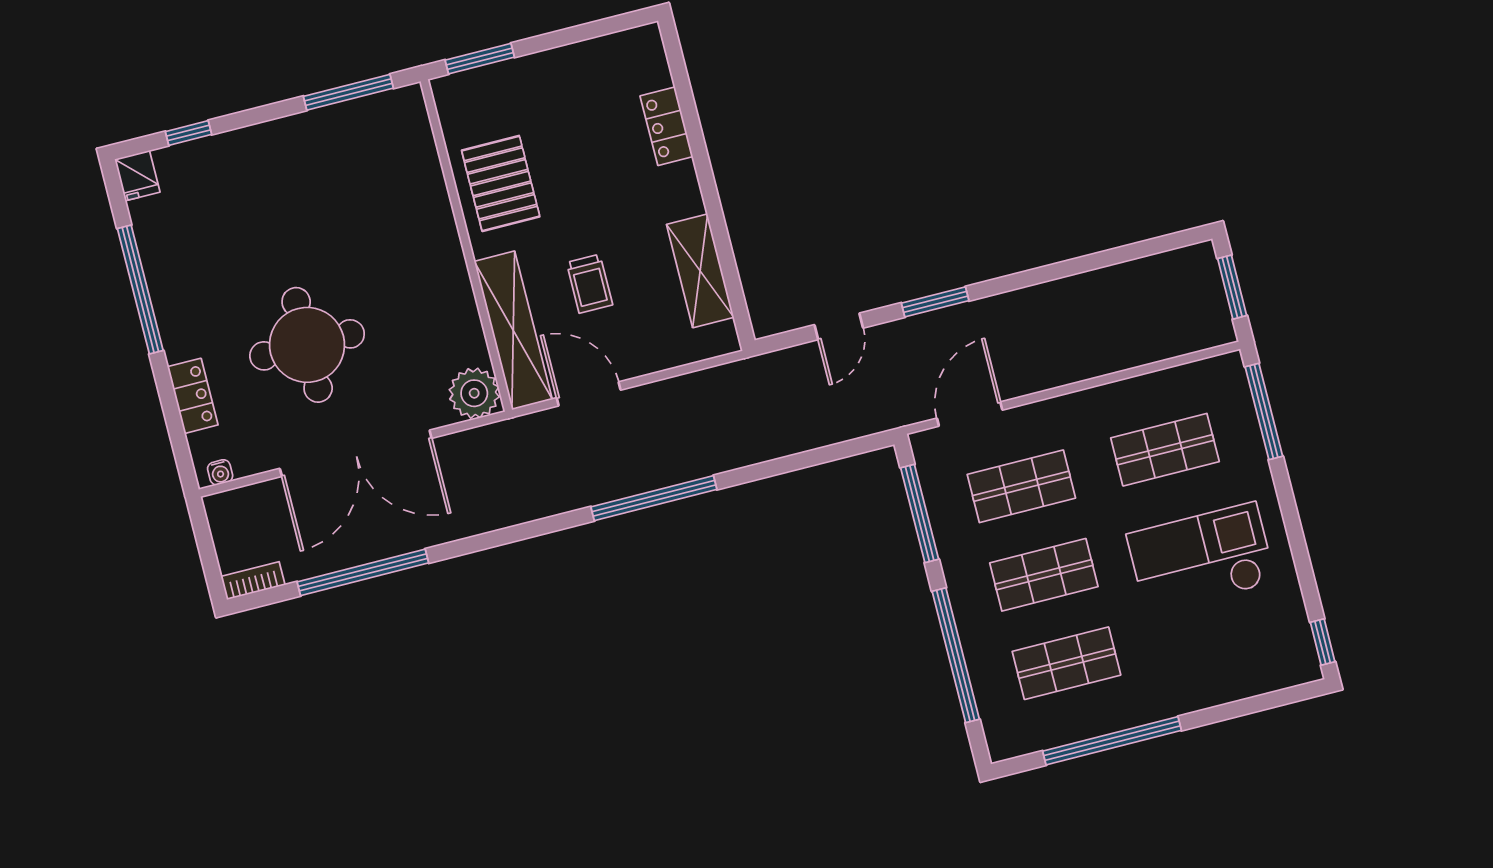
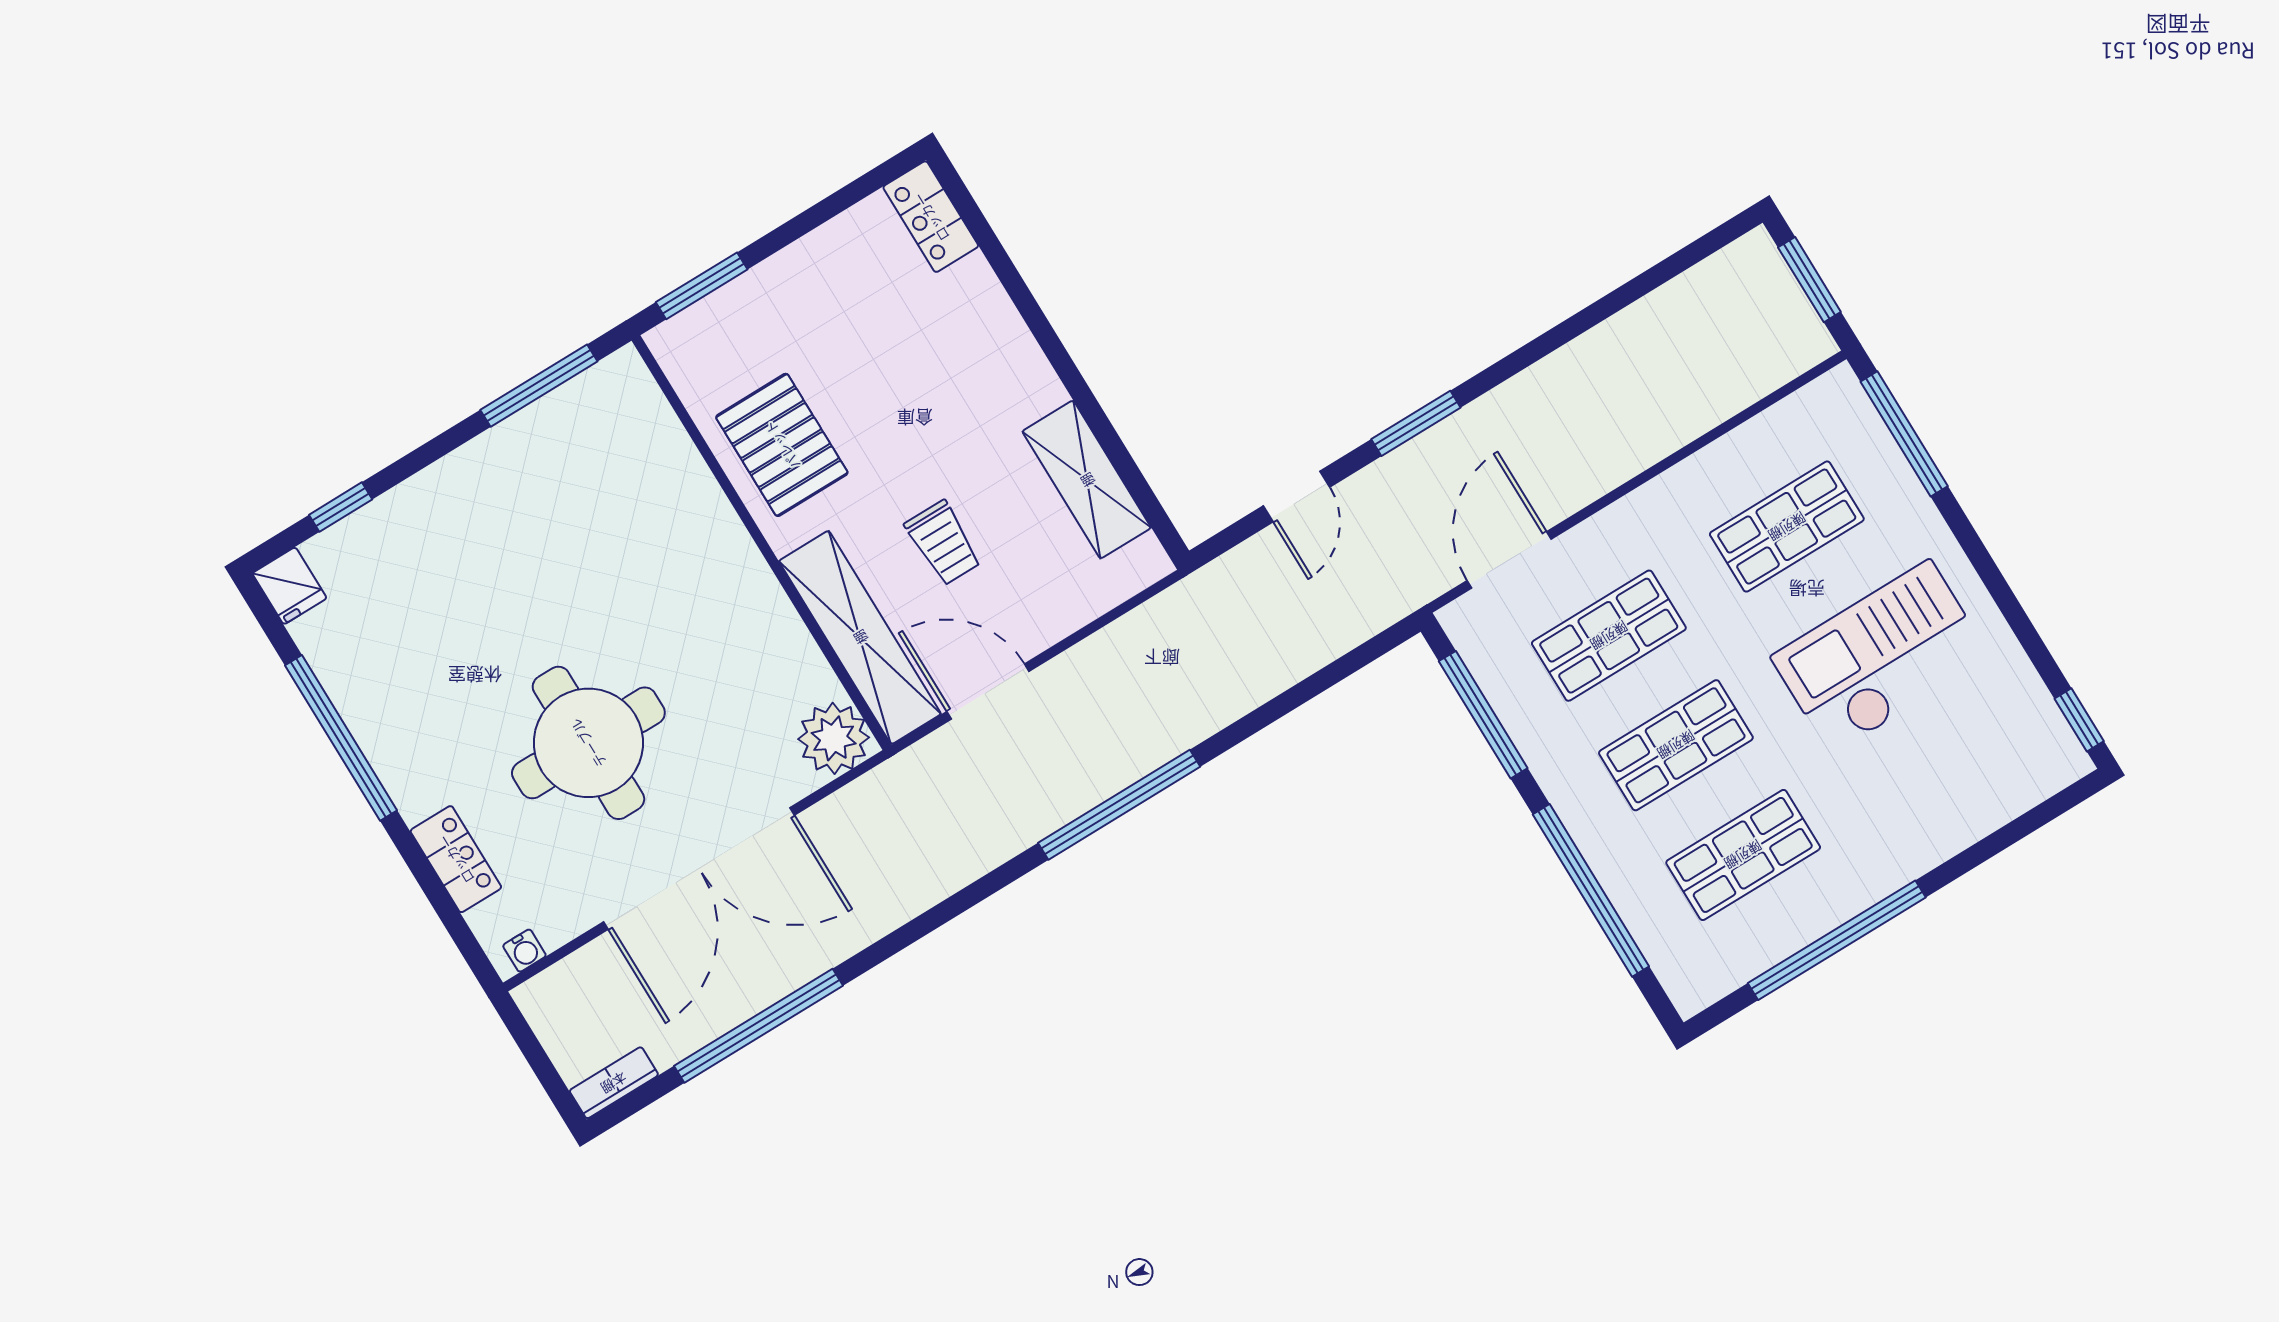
locker: (666, 126) -> (931, 217), moved

